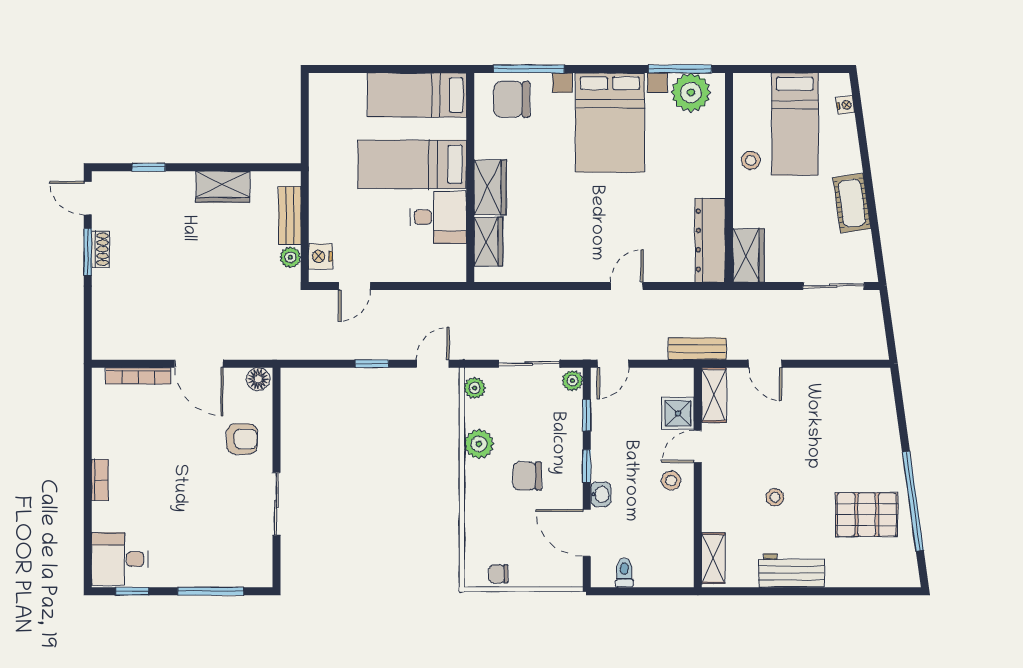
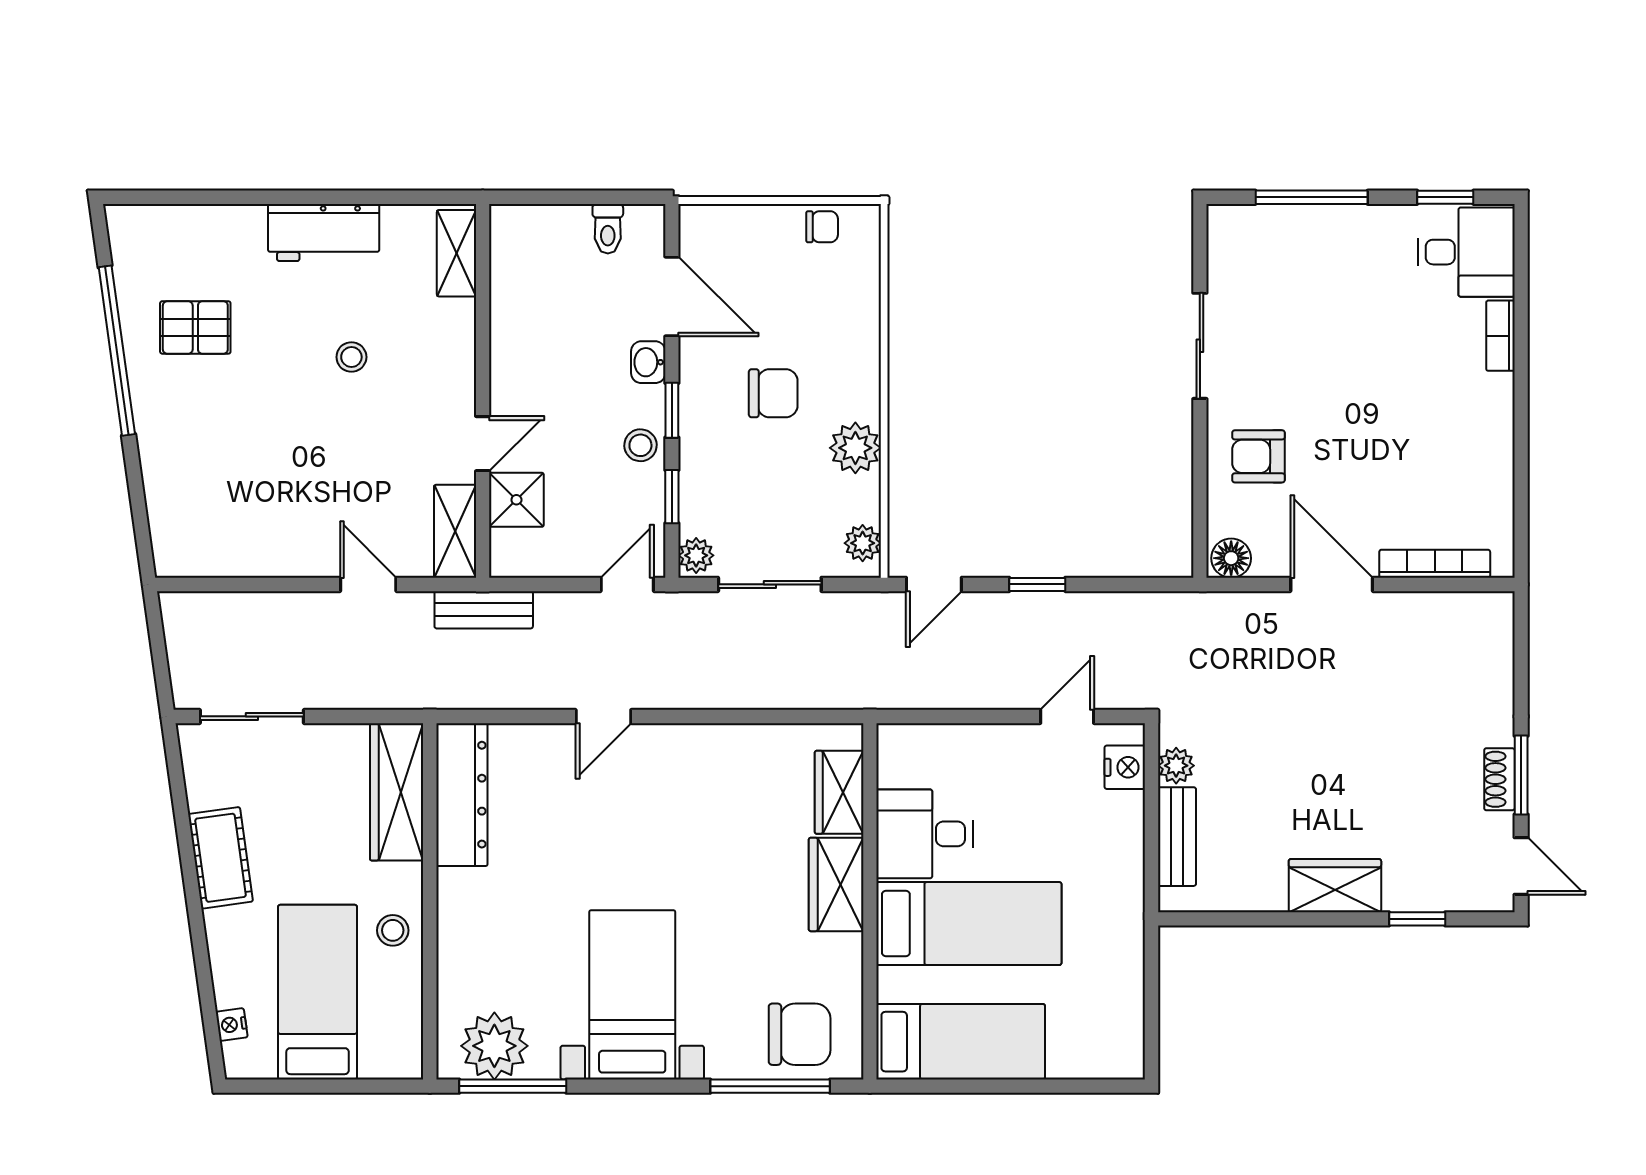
bed with nightstands: (610, 123) -> (632, 995), width x0.73
wardrobe: (223, 187) -> (1335, 886), moved
wardrobe: (748, 255) -> (397, 792), width x1.50
bookcase: (100, 480) -> (1500, 336), moved
stool: (671, 481) -> (640, 445), moved
pallet: (867, 515) -> (195, 327), width x0.67, depth x0.71

